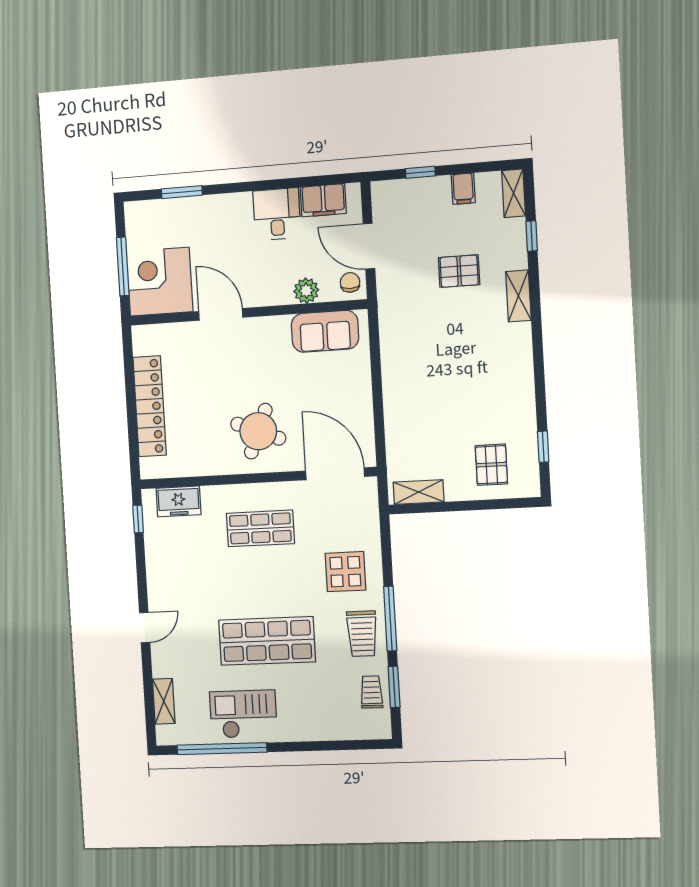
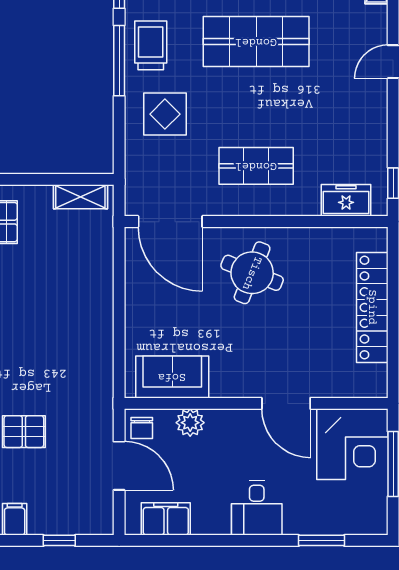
desk: (277, 214) -> (257, 508), moved

